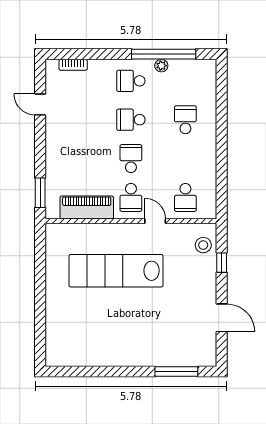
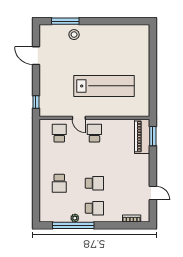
school desk: (131, 159) -> (94, 158), removed
piano: (87, 208) -> (142, 136), moved, turned 90
stool: (203, 245) -> (74, 35), moved
window: (222, 263) -> (36, 102), moved

